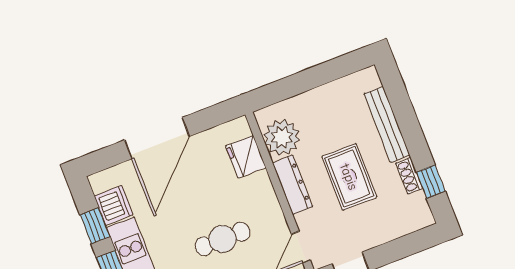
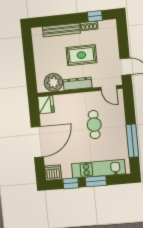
door: (157, 138) -> (37, 142), hinge flipped
fridge: (246, 157) -> (46, 105), moved, turned -90
dishwasher: (114, 205) -> (53, 173), moved

